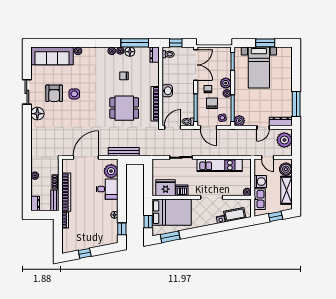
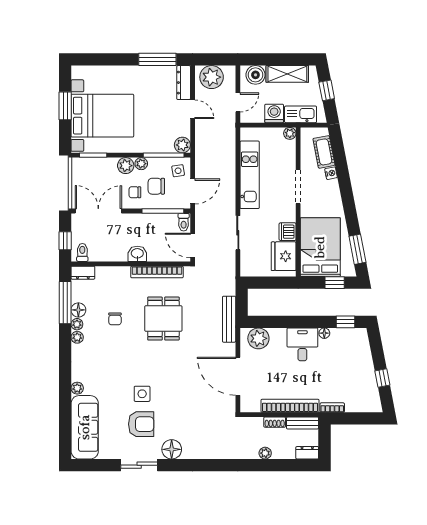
bed with nightstands: (259, 68) -> (102, 116), width x1.36
desk: (107, 189) -> (302, 344), moved

